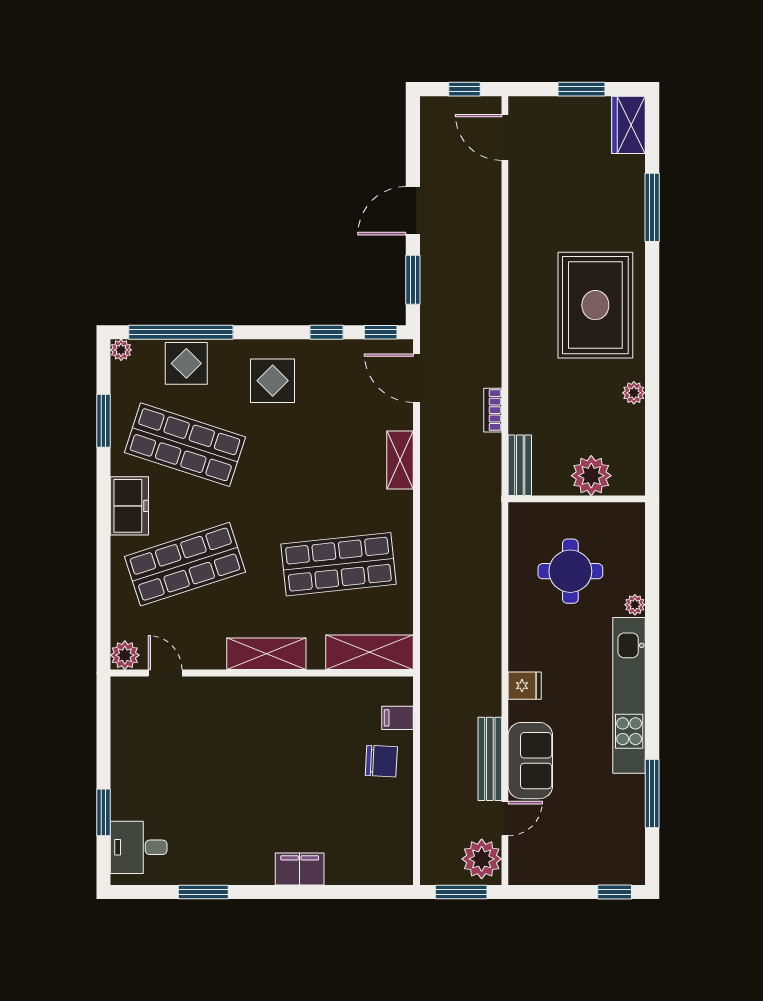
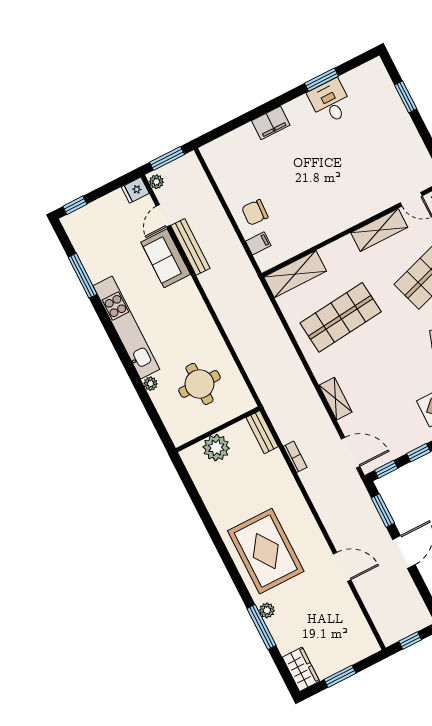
door: (505, 138) -> (342, 567), moved
plant: (634, 393) -> (267, 610), moved
shelving: (266, 654) -> (379, 230), moved
fridge: (525, 686) -> (135, 190), moved
desk: (139, 847) -> (330, 102), moved, turned -90
plant: (482, 859) -> (156, 182), width x0.53, depth x0.53

